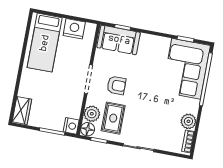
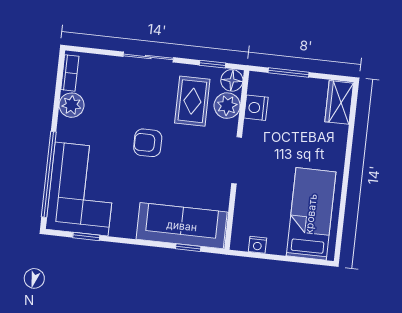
nightstand: (74, 29) -> (257, 245), width x0.53, depth x0.56
sofa: (119, 40) -> (182, 226), width x1.36
armchair: (116, 85) -> (148, 143), moved
nightstand: (71, 126) -> (256, 108), moved

